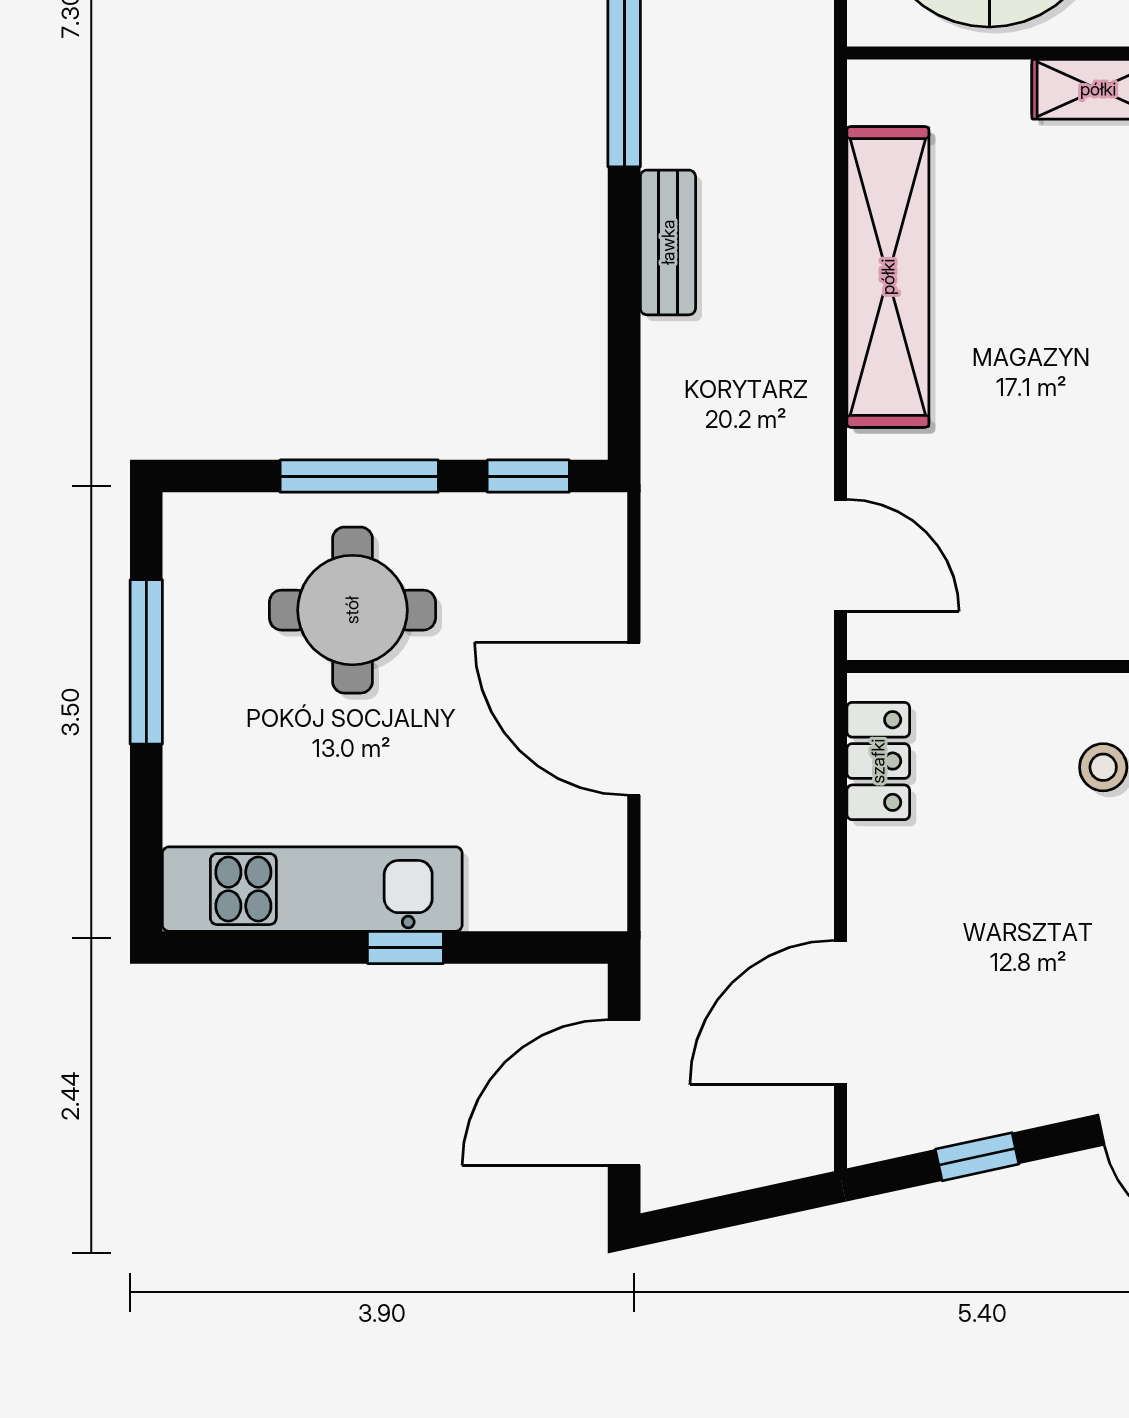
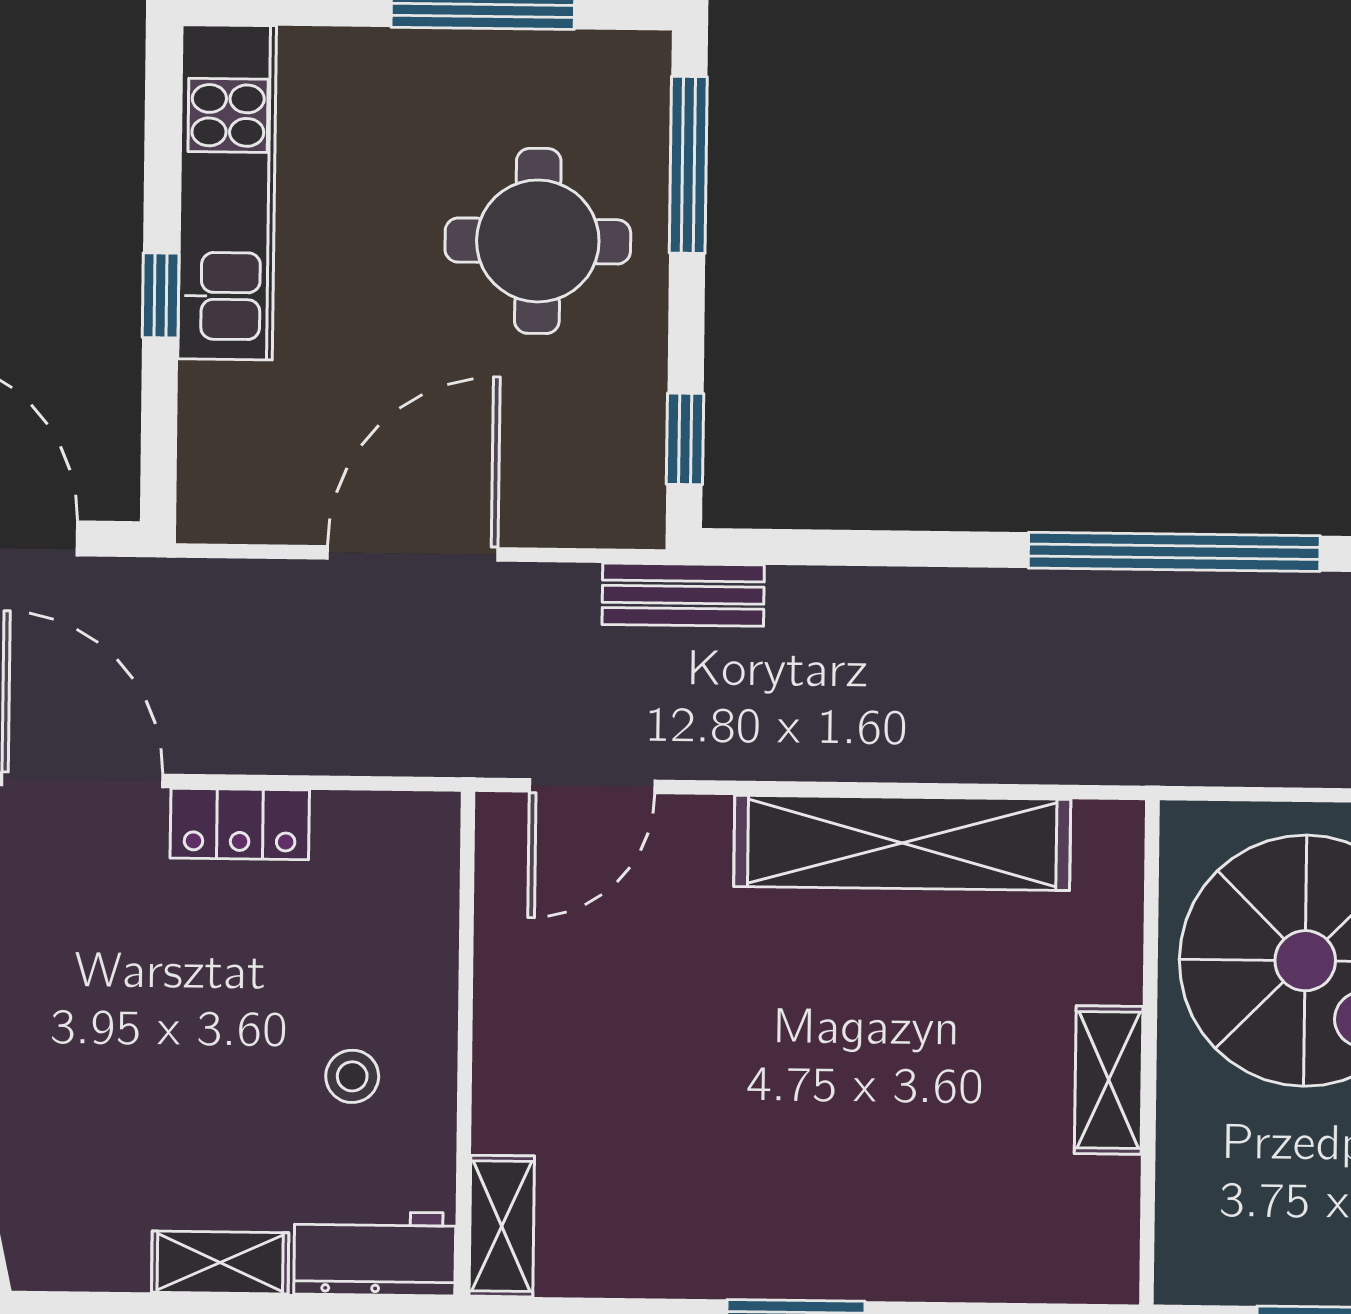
bench: (668, 242) -> (683, 595), moved
window: (359, 476) -> (688, 165), moved
locker: (878, 761) -> (240, 824), moved

